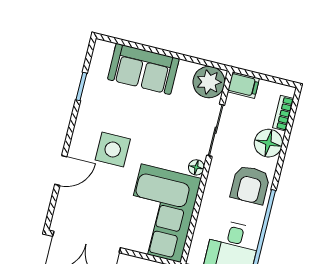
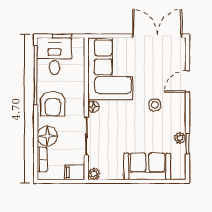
plant: (209, 82) -> (94, 174), width x0.53, depth x0.53
plant: (90, 97) -> (180, 138), added
side table: (113, 149) -> (155, 105), width x0.54, depth x0.54
armchair: (250, 185) -> (53, 104), turned 180

